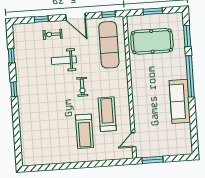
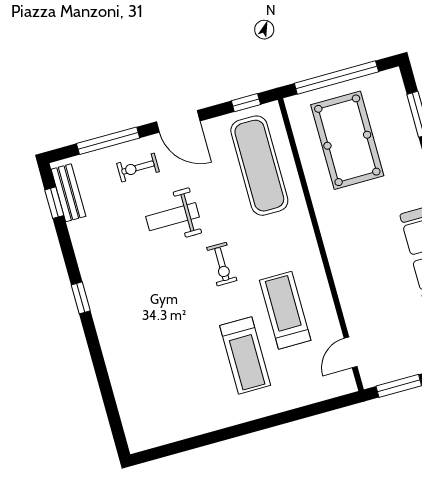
window: (153, 11) -> (336, 77), width x2.11
window: (41, 19) -> (108, 141), width x2.17
bench: (18, 39) -> (68, 193), added
pool table: (152, 41) -> (347, 140), turned 90
window: (11, 56) -> (54, 203), moved

